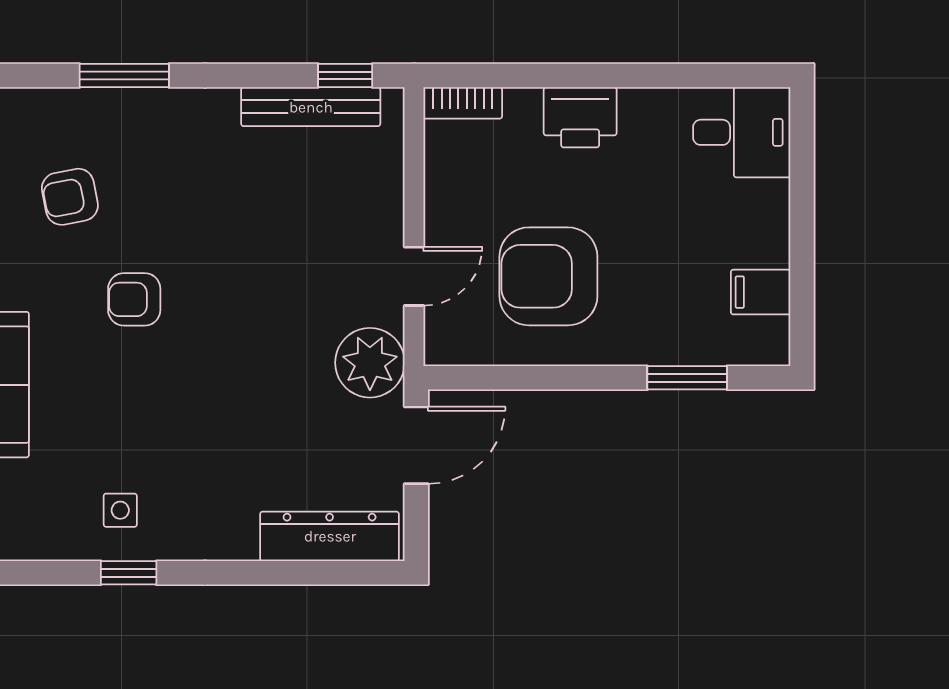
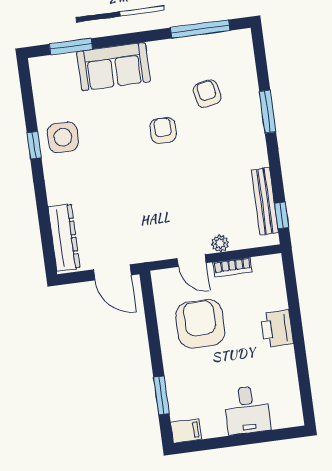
bookcase: (463, 103) -> (232, 267), moved, turned -90
desk: (742, 132) -> (247, 410), moved
filing cabinet: (761, 292) -> (186, 431), moved, turned 90
plant: (370, 363) -> (220, 243), moved, width x0.53, depth x0.53
side table: (120, 510) -> (63, 137), width x1.87, depth x1.87

